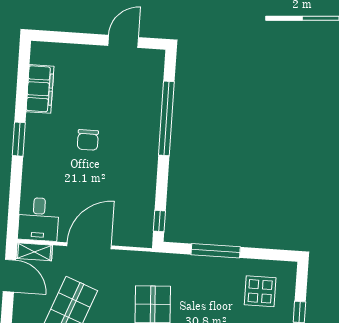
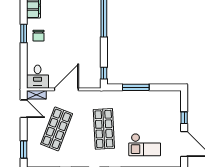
chair: (88, 140) -> (39, 36), moved
display table: (260, 291) -> (162, 108), removed

